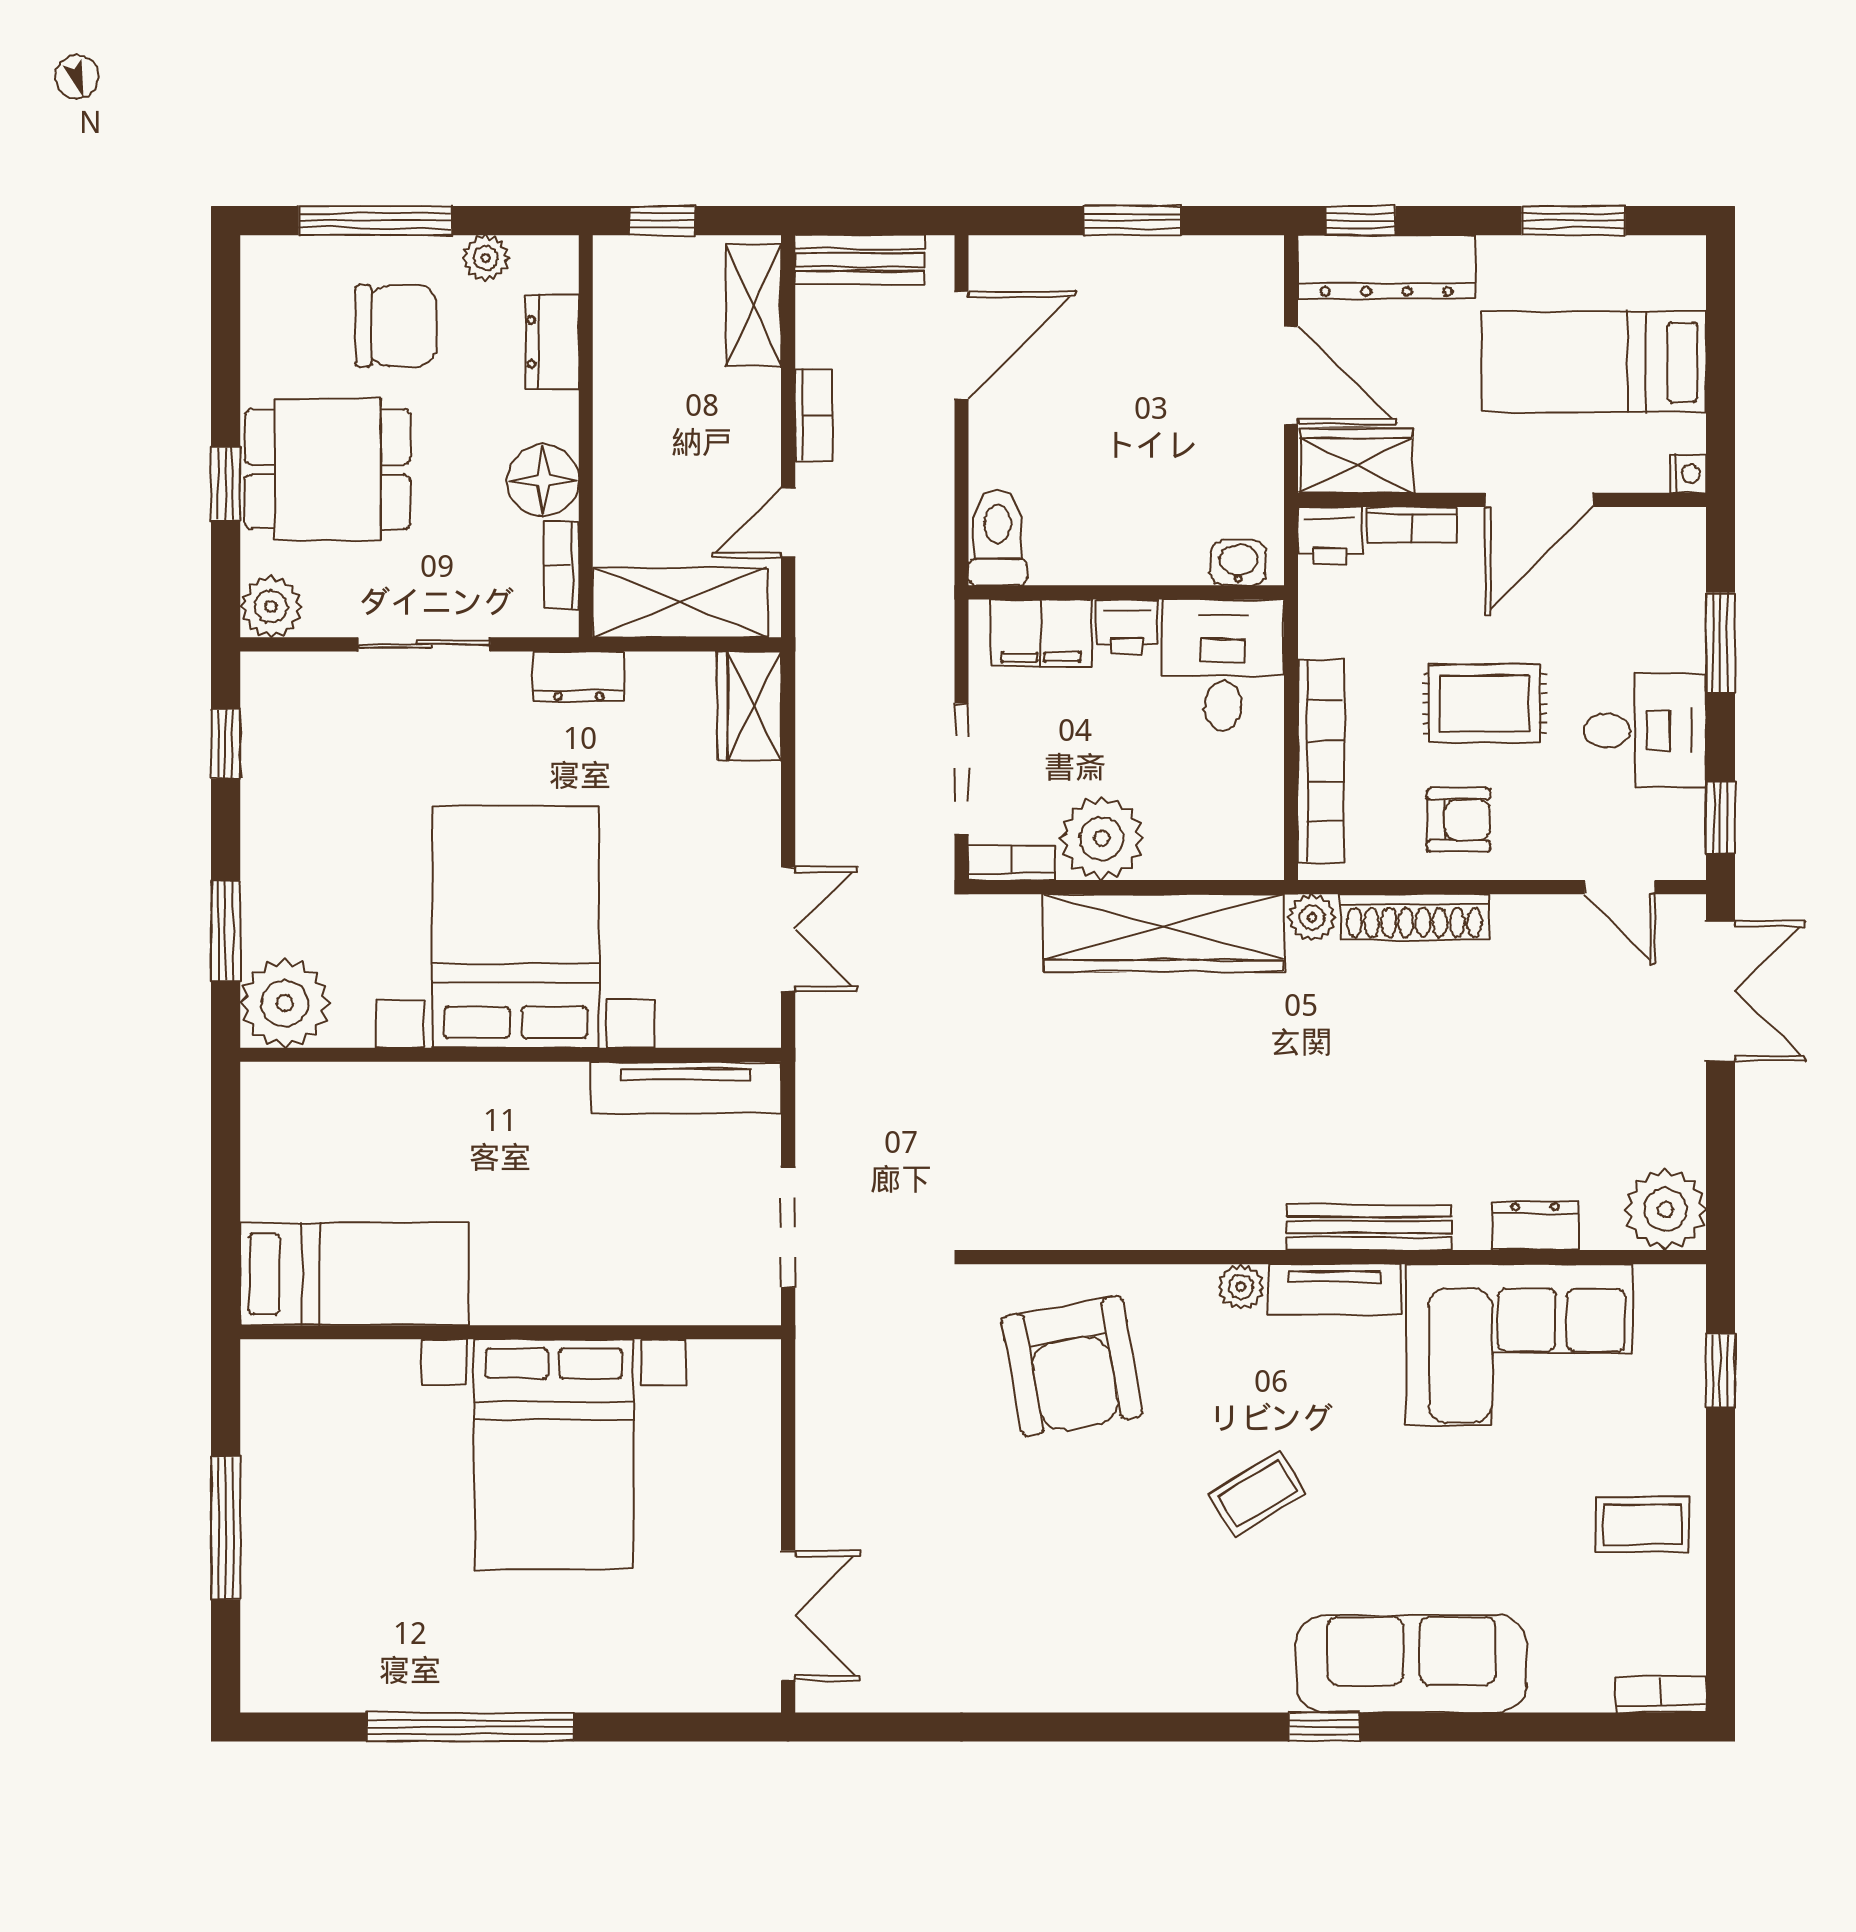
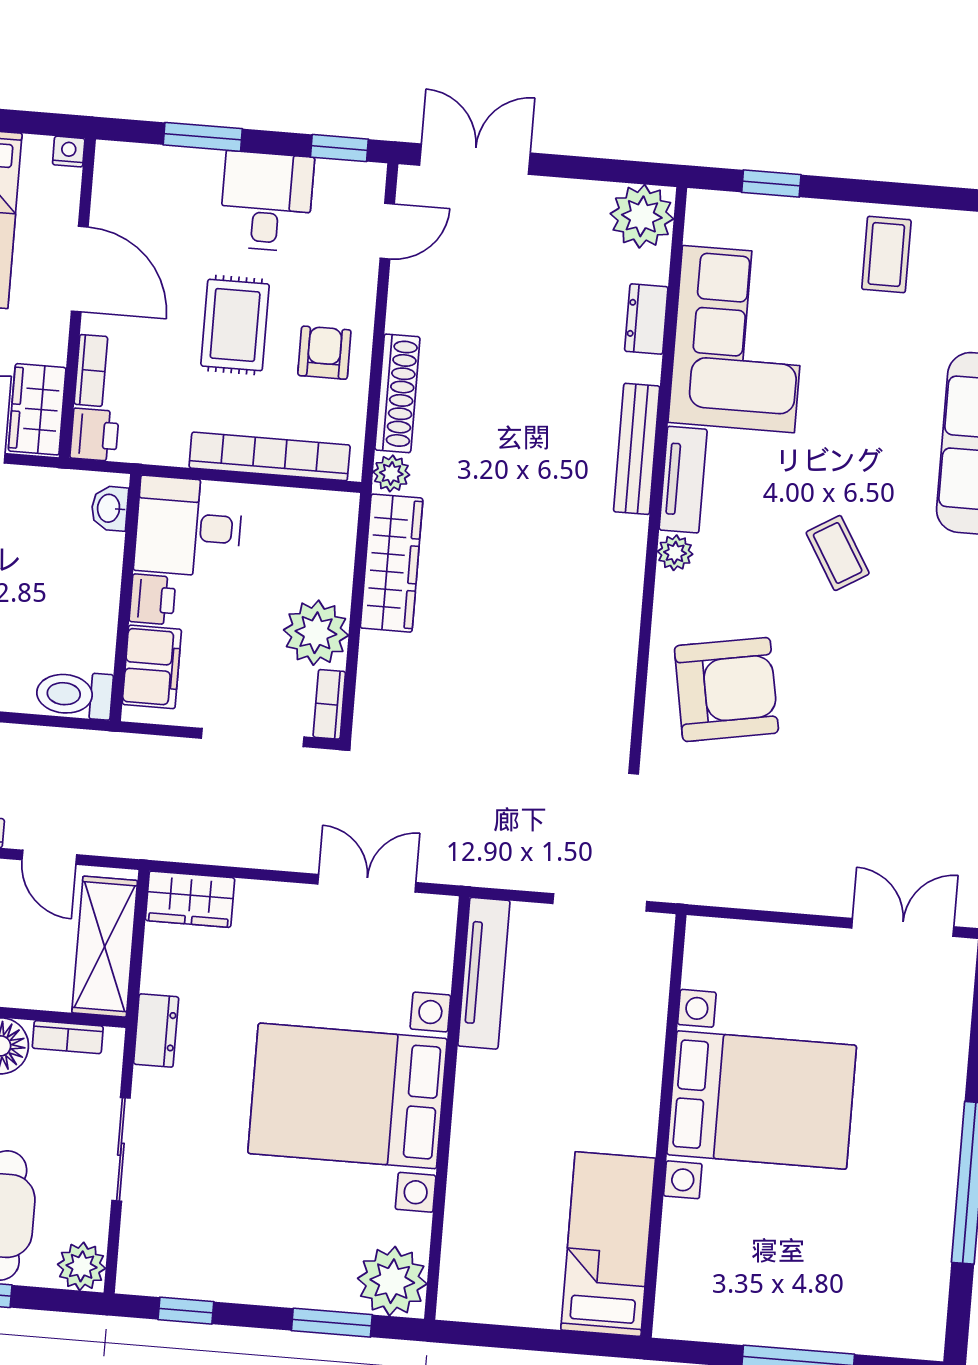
wardrobe: (1164, 933) -> (392, 563), width x0.71, depth x0.85

